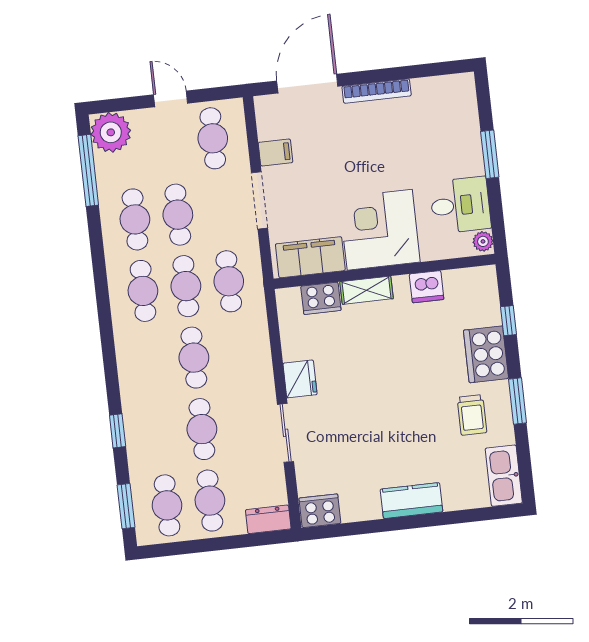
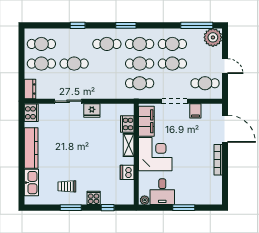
door: (171, 99) -> (225, 66), hinge flipped
cooker: (486, 354) -> (94, 198), width x0.53, depth x0.76
cafe table: (194, 358) -> (107, 44), moved
kitchen sink: (504, 476) -> (31, 183), moved, turned 90
kitchen counter: (411, 501) -> (31, 148), width x1.50
window: (126, 506) -> (126, 25), moved

